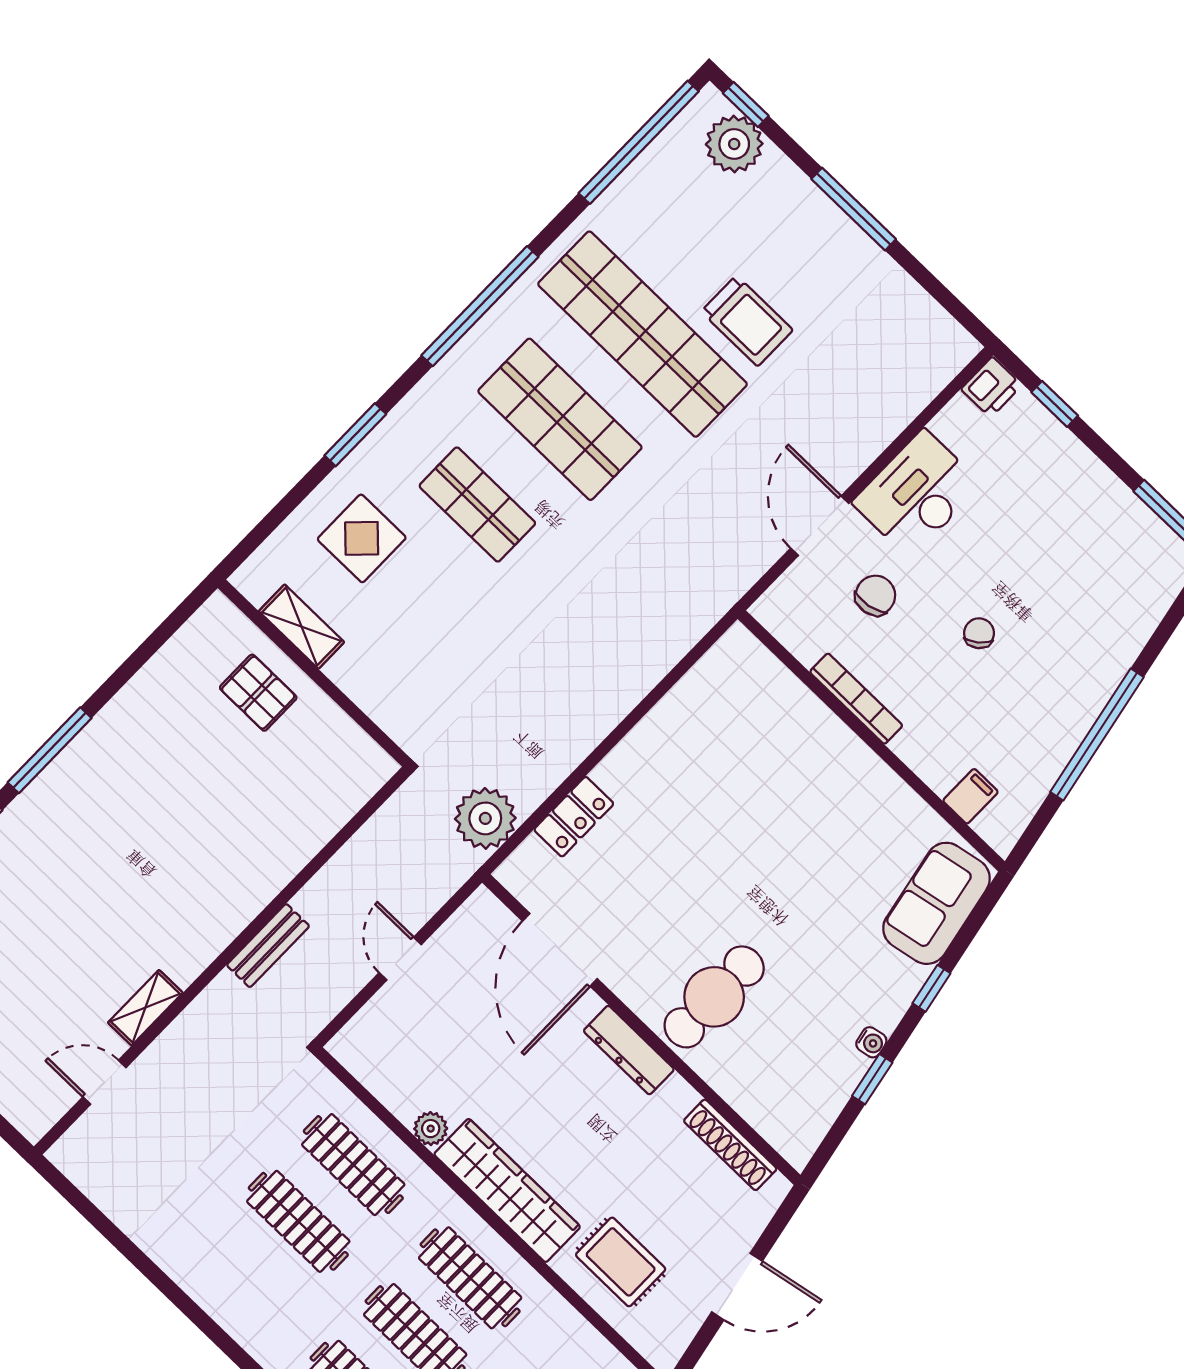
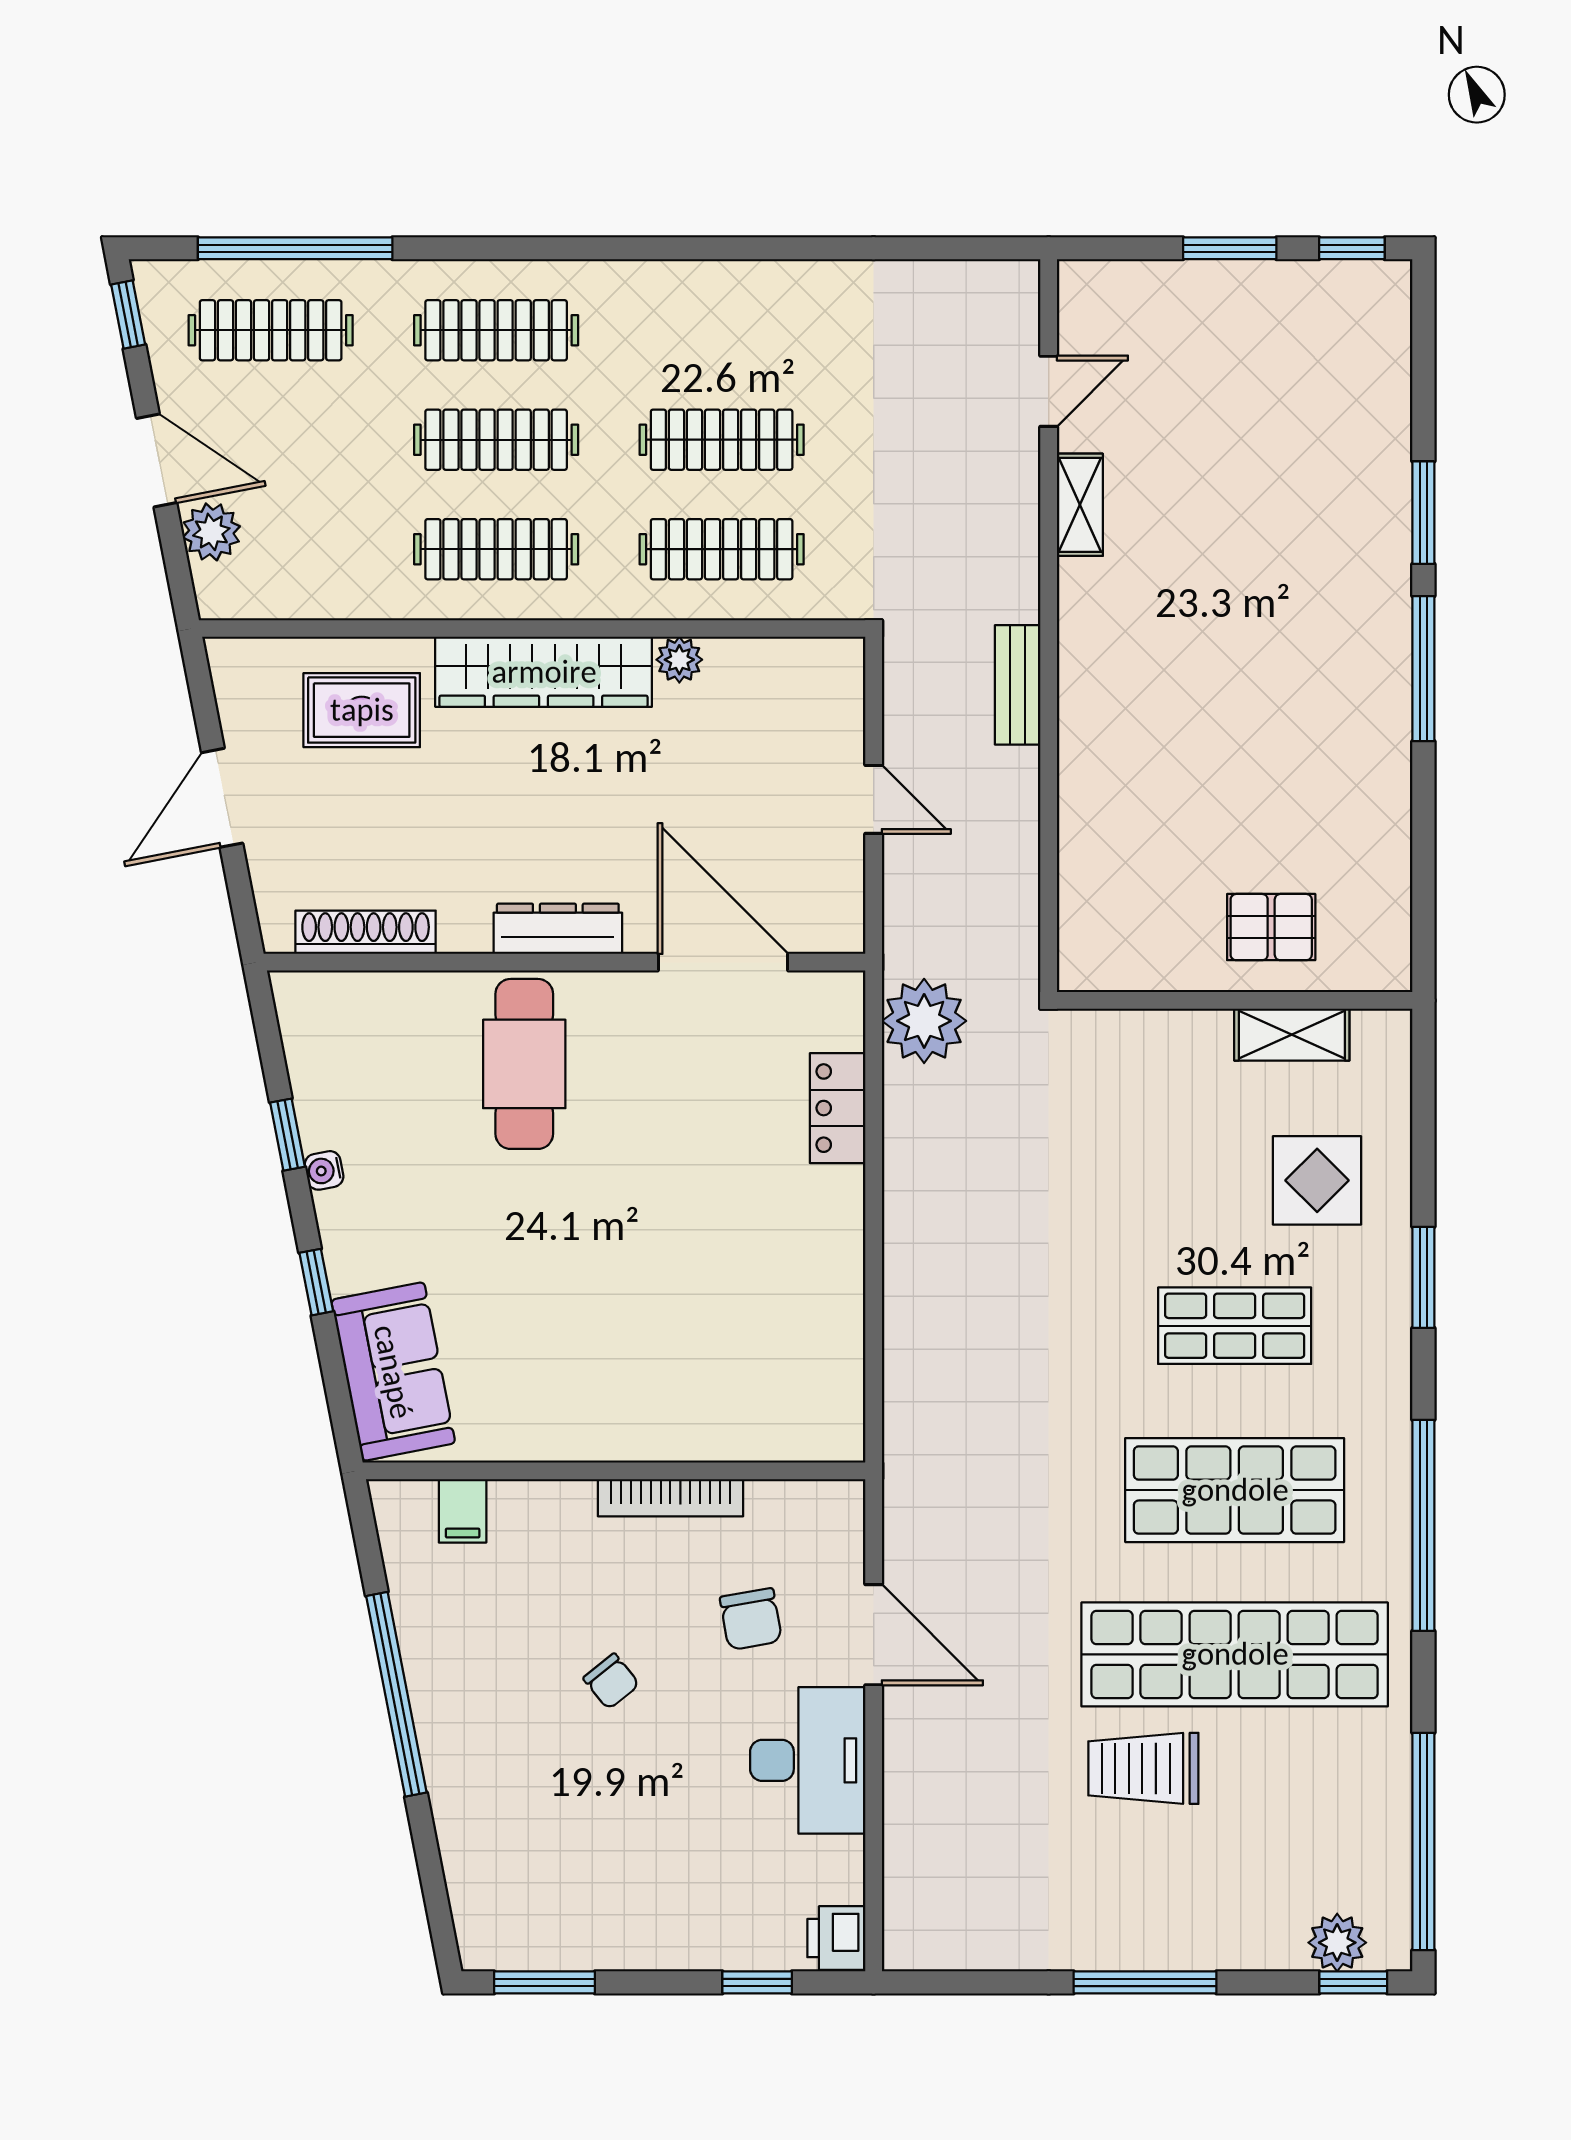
plant: (734, 144) -> (1337, 1943), width x0.73, depth x0.73

